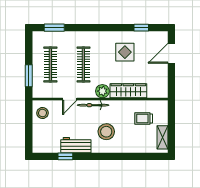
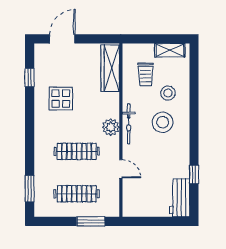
door: (171, 53) -> (62, 39), swing flipped
wardrobe: (128, 91) -> (110, 68), moved
bicycle: (93, 105) -> (129, 124), moved
stool: (43, 113) -> (168, 93), moved
workbench: (76, 145) -> (180, 198), moved

